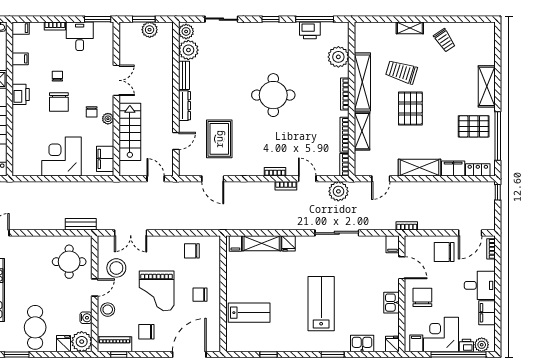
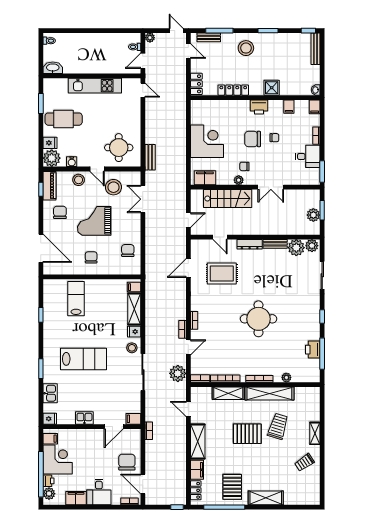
plant: (338, 57) -> (286, 378), width x0.53, depth x0.53
stool: (308, 246) -> (132, 348), added
chair: (422, 297) -> (89, 444), removed
lab bench: (249, 313) -> (76, 299), turned 180

